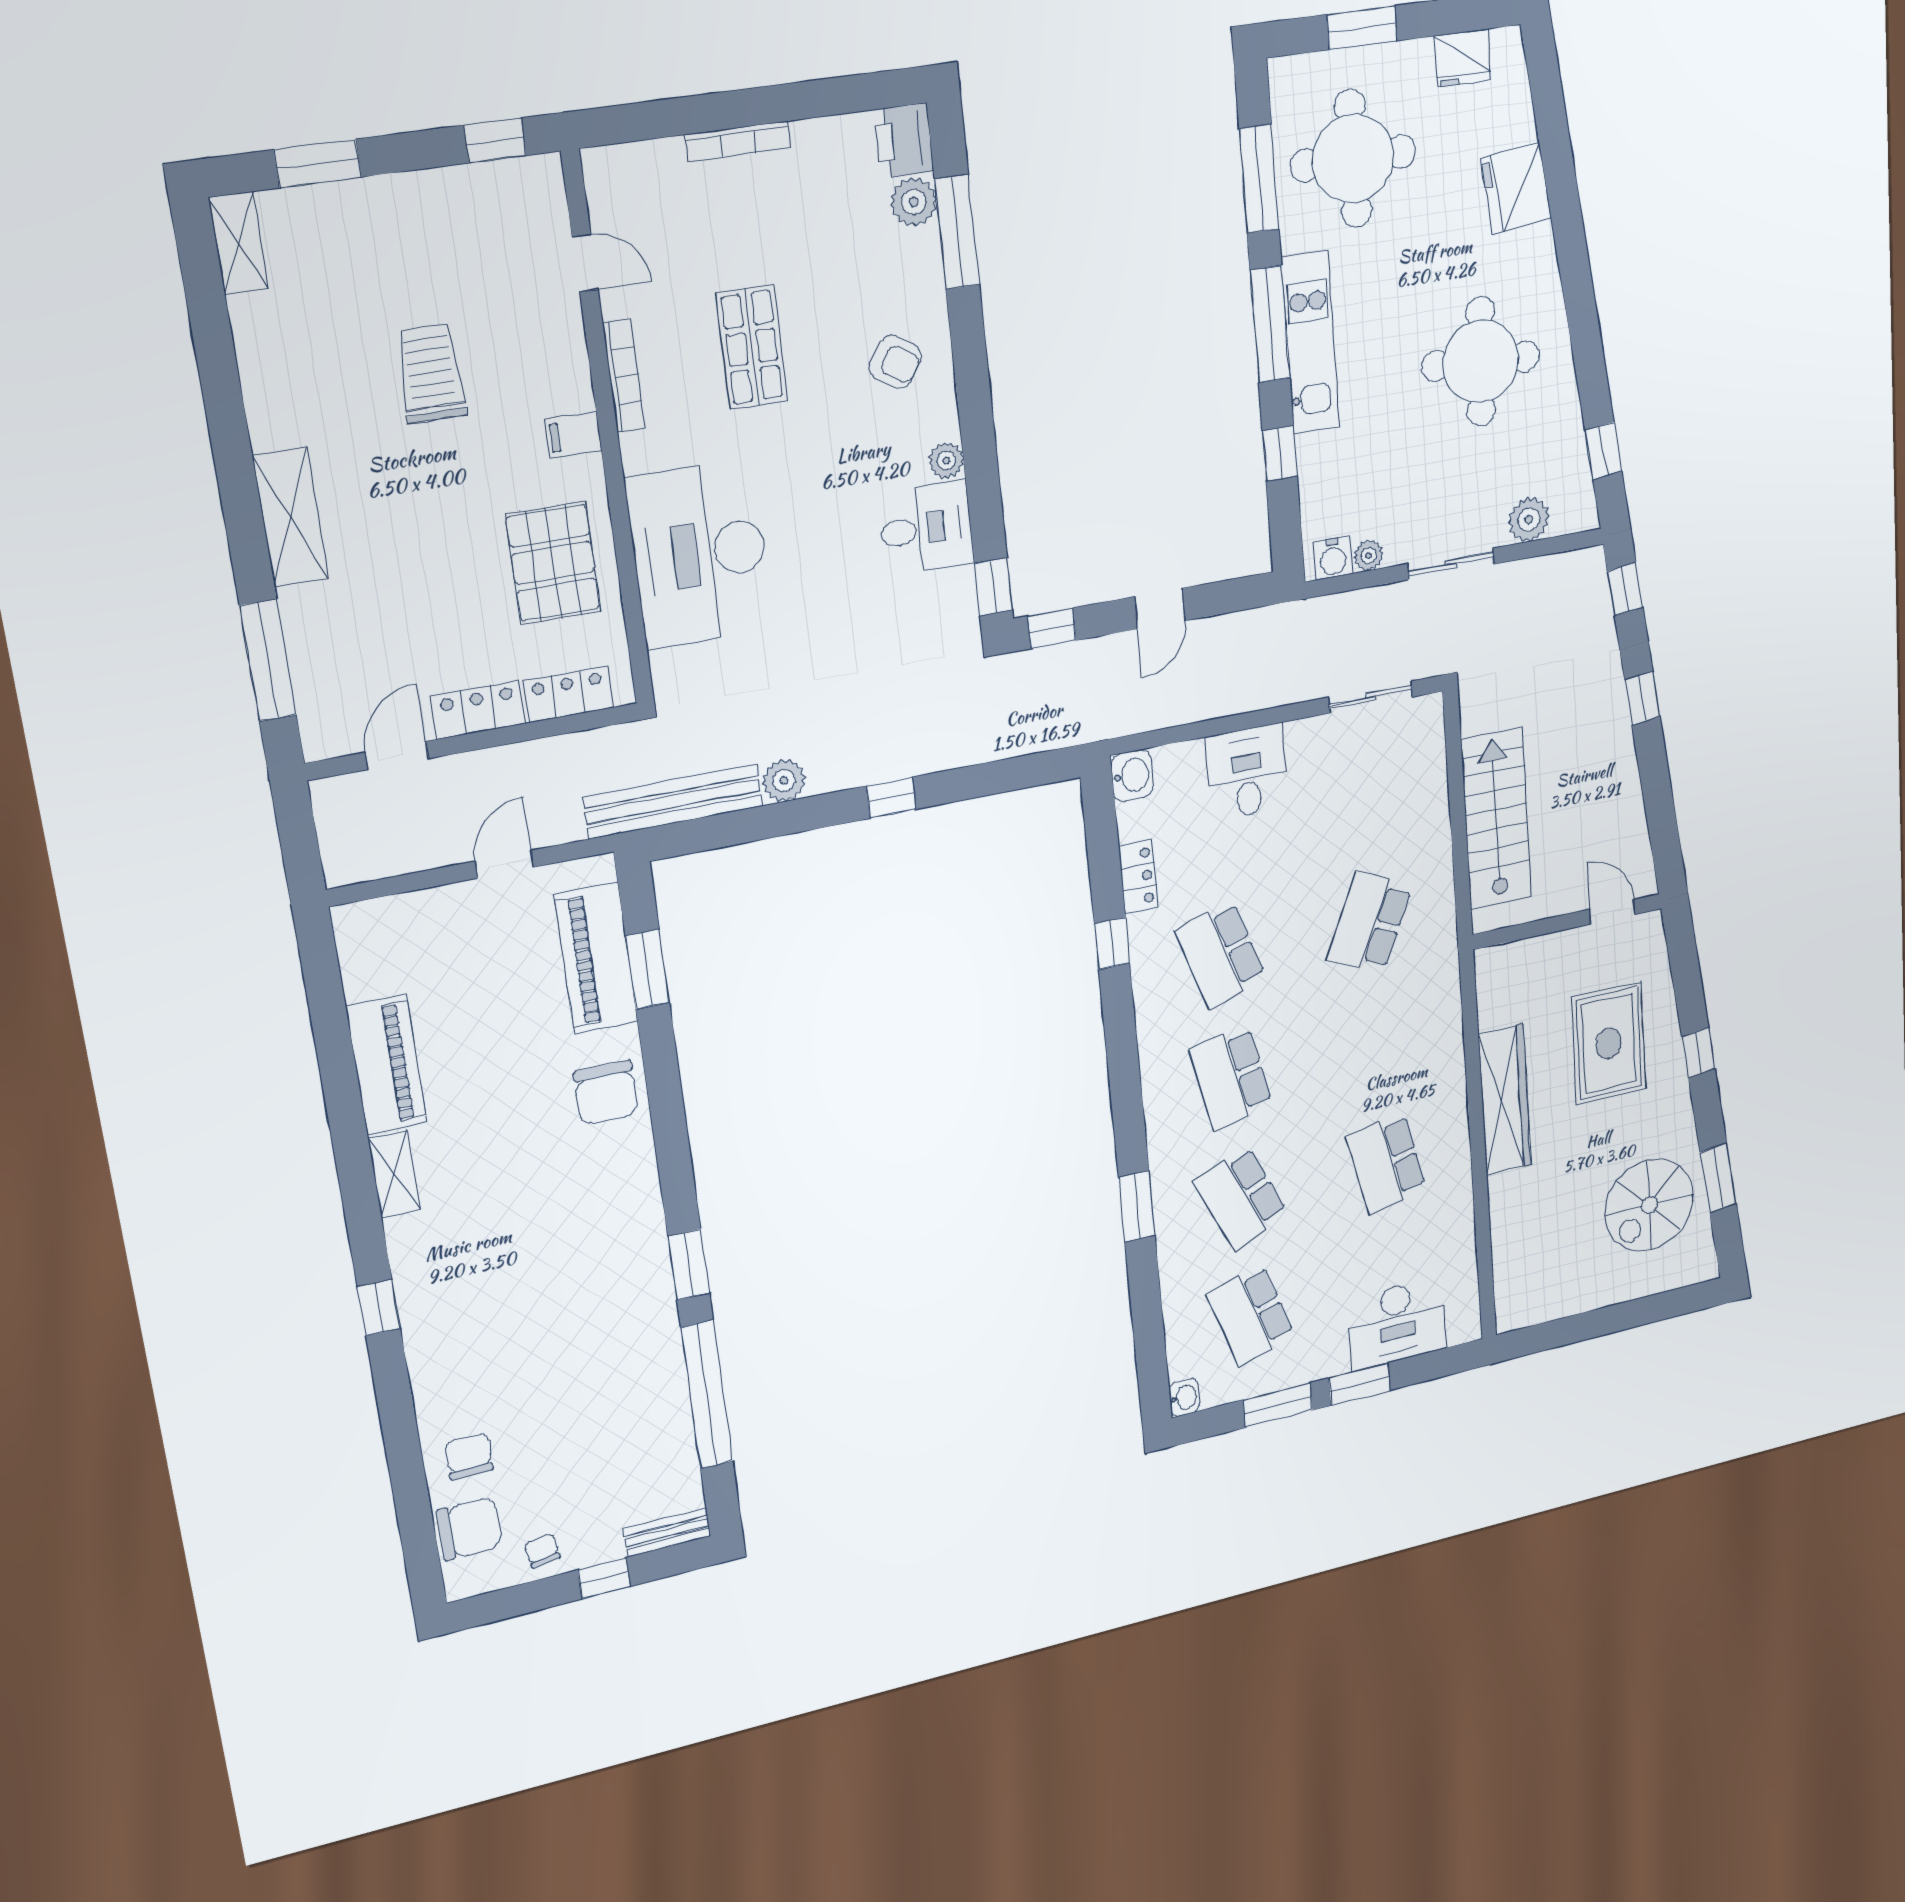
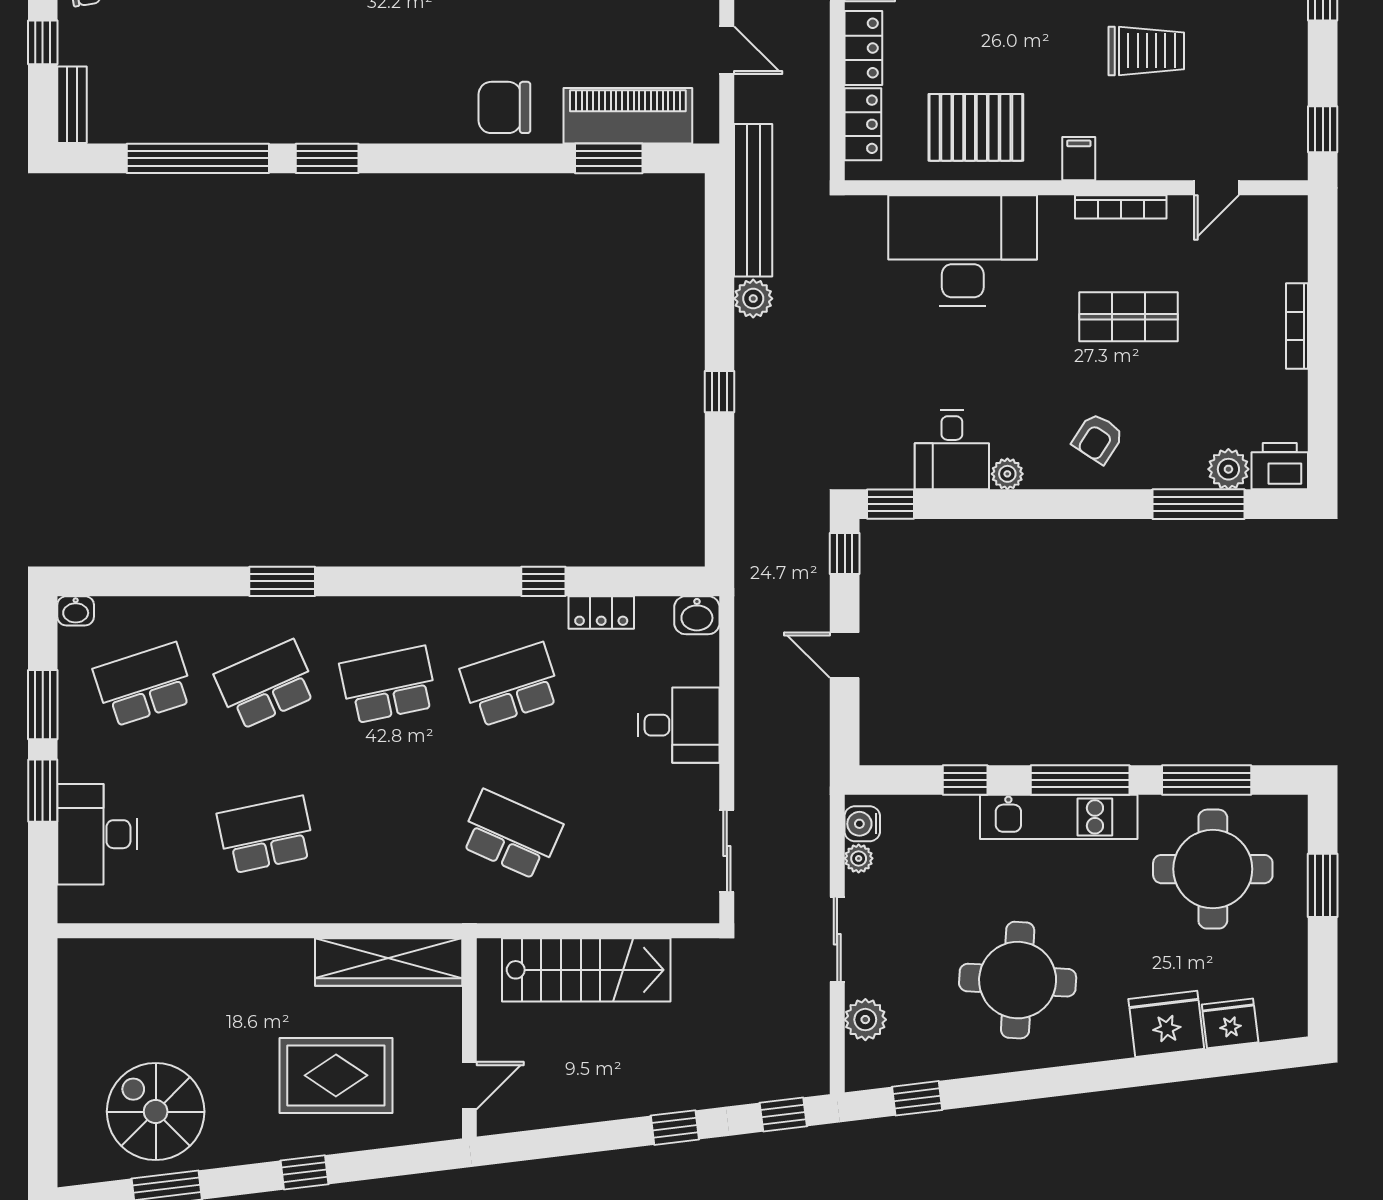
fridge: (1462, 58) -> (1230, 1023), moved, turned 83
wardrobe: (1505, 1100) -> (389, 962), moved

